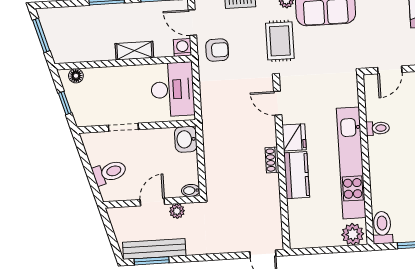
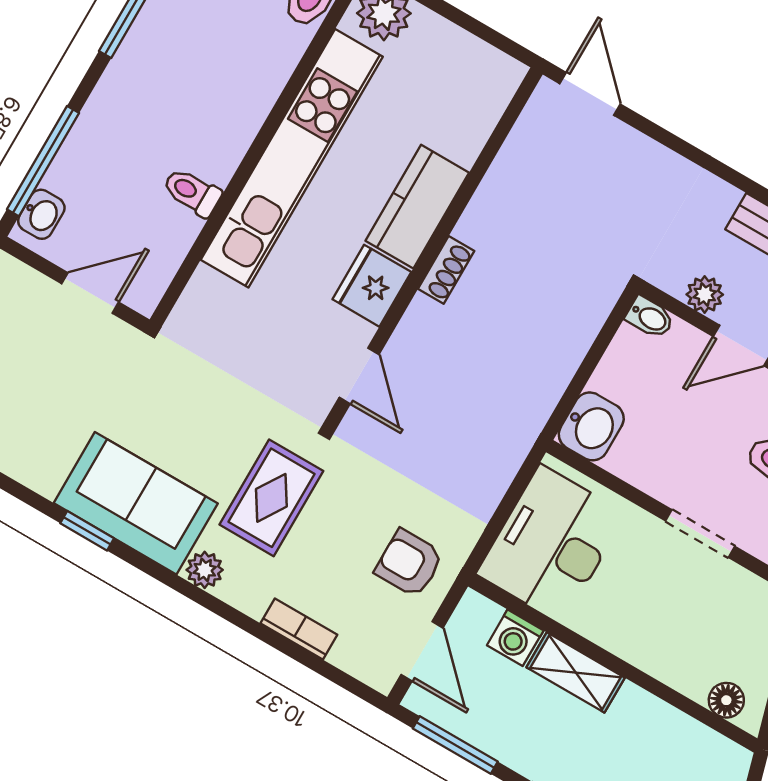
washing machine: (182, 48) -> (515, 638), moved

